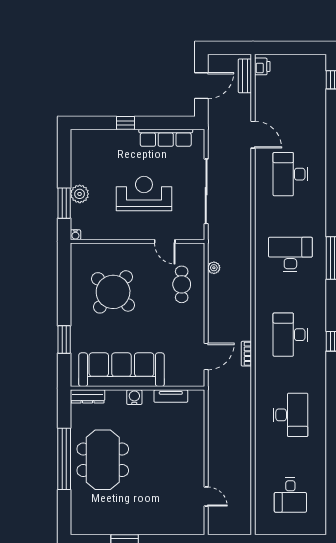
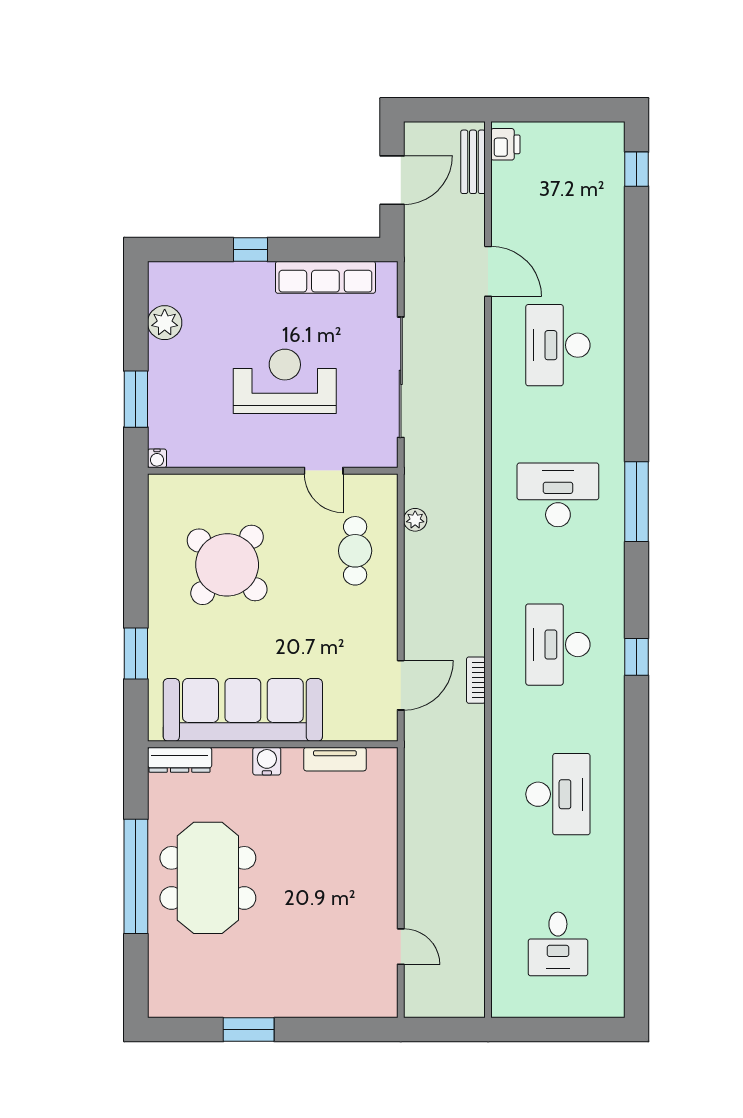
plant: (80, 194) -> (165, 323), moved

